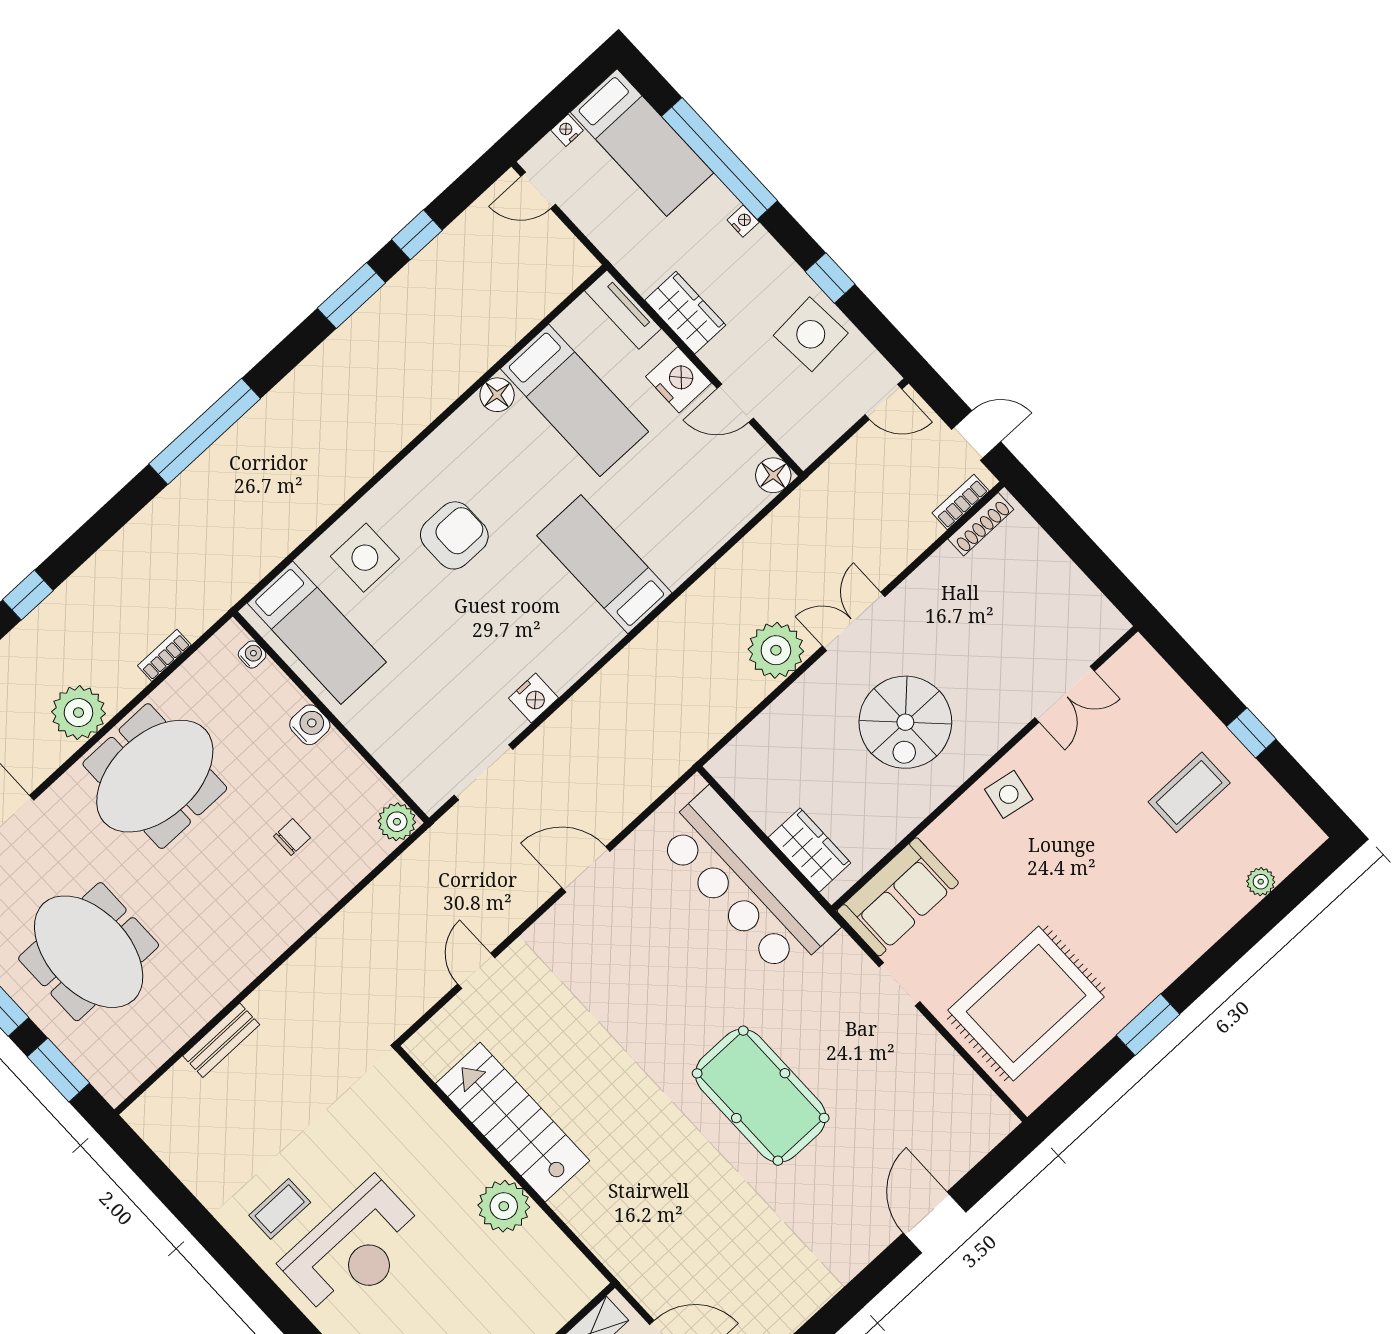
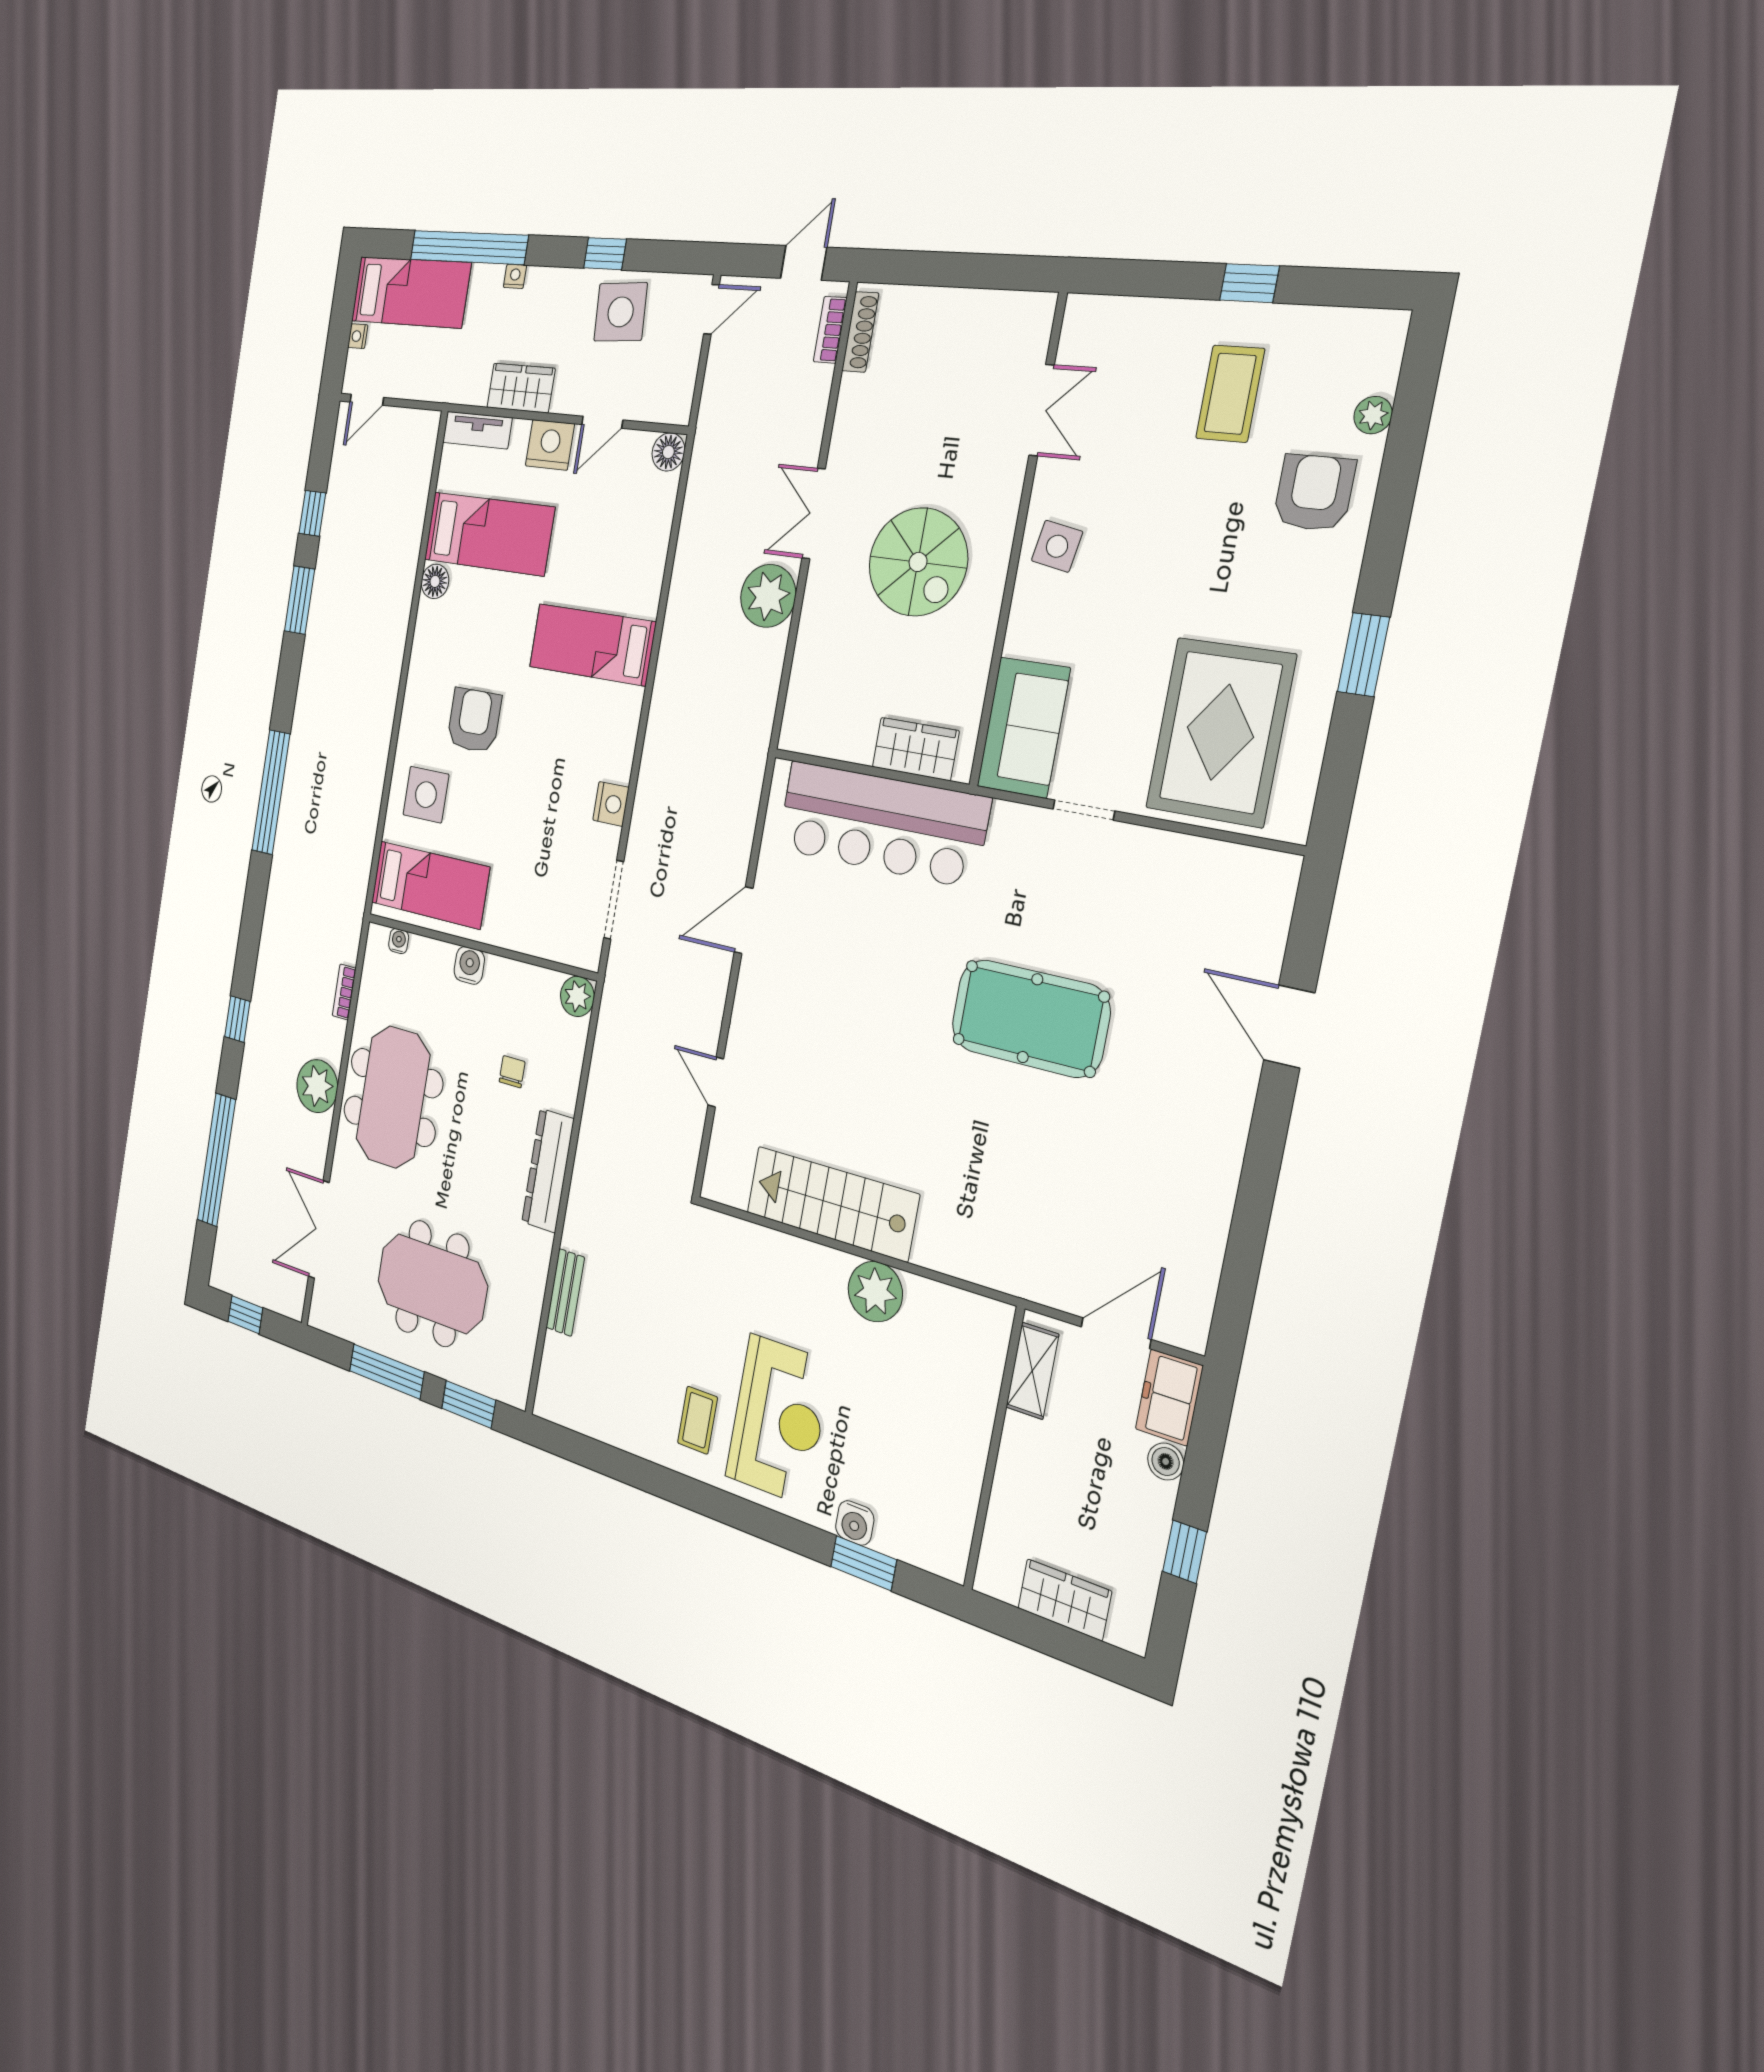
armchair: (1192, 900) -> (1314, 493), added
dresser: (272, 936) -> (548, 1171), added

